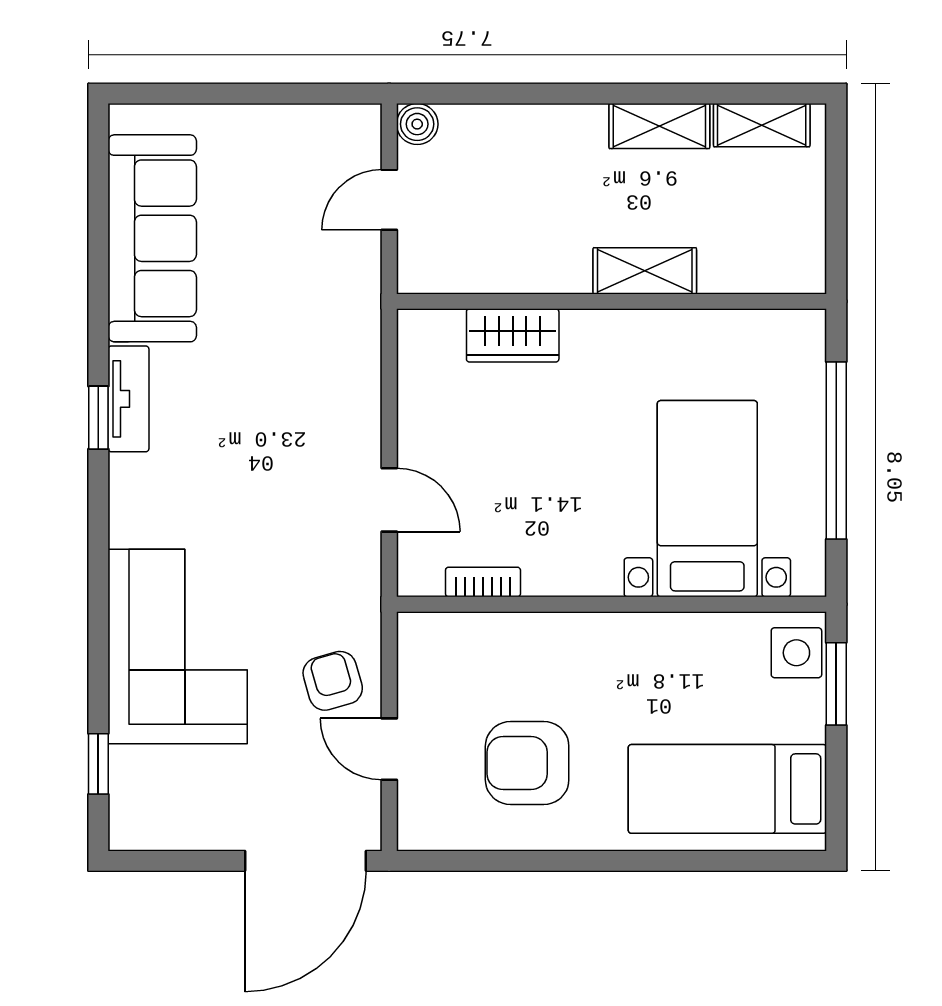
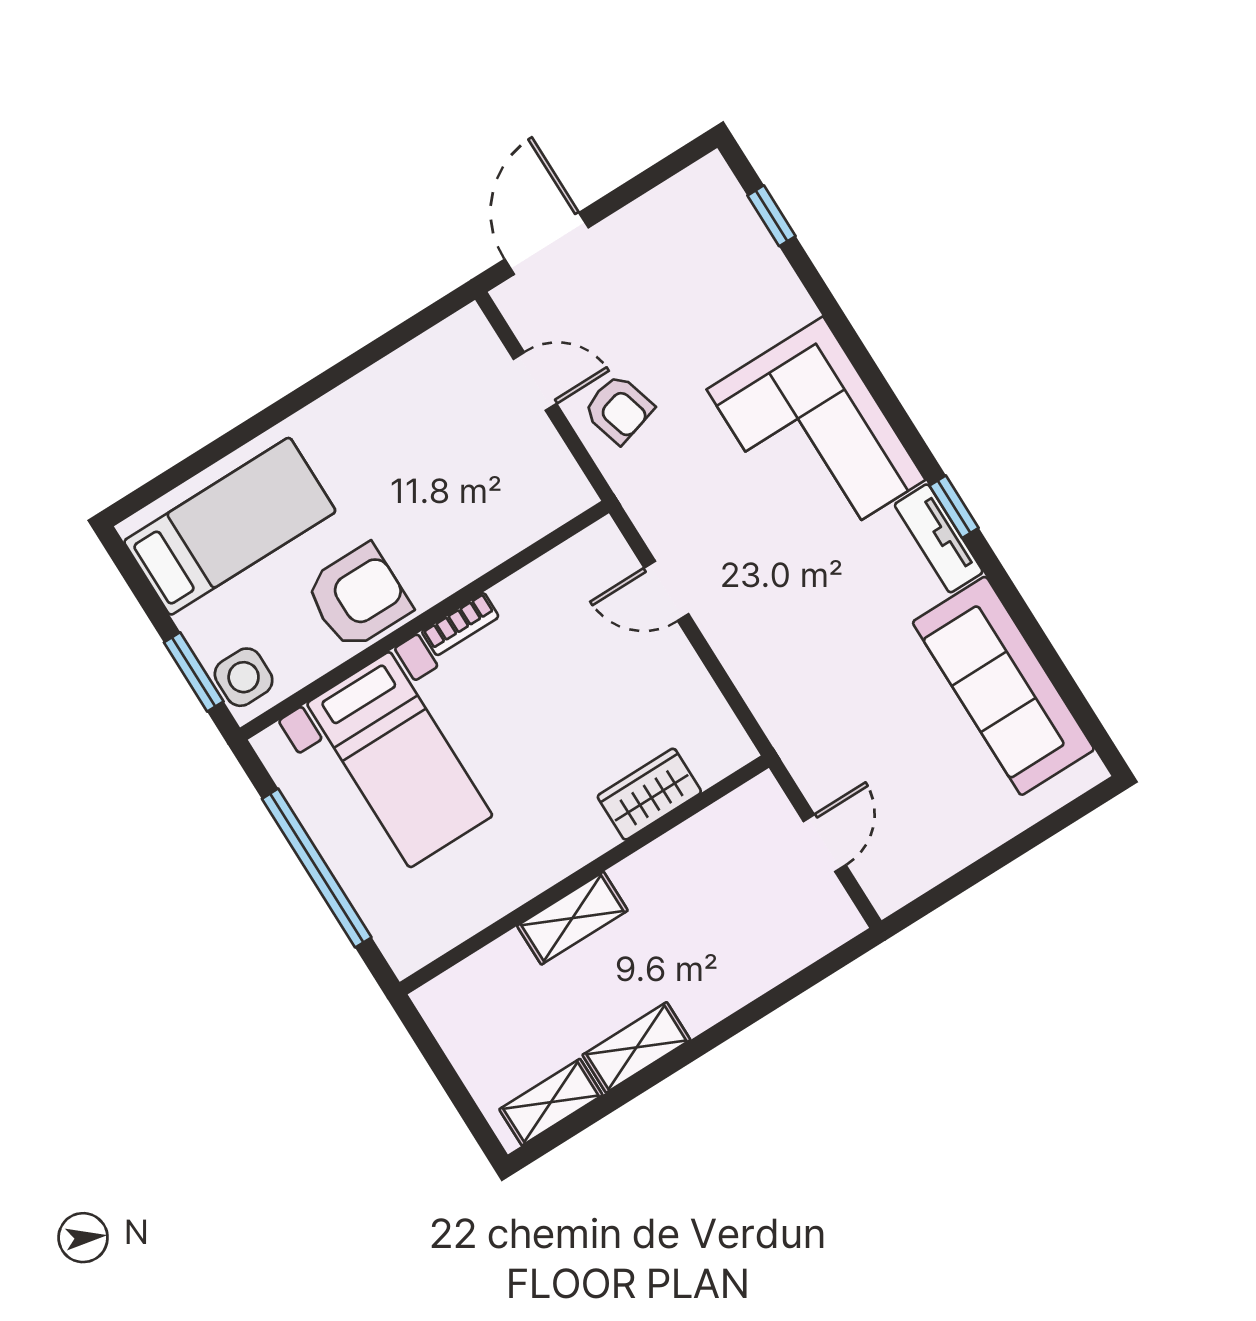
boiler: (417, 124) -> (841, 921), removed
bookcase: (483, 582) -> (460, 624), moved
corner sofa: (178, 646) -> (816, 435), moved
armchair: (527, 763) -> (358, 597), moved
door: (305, 861) -> (547, 243), width x0.73

